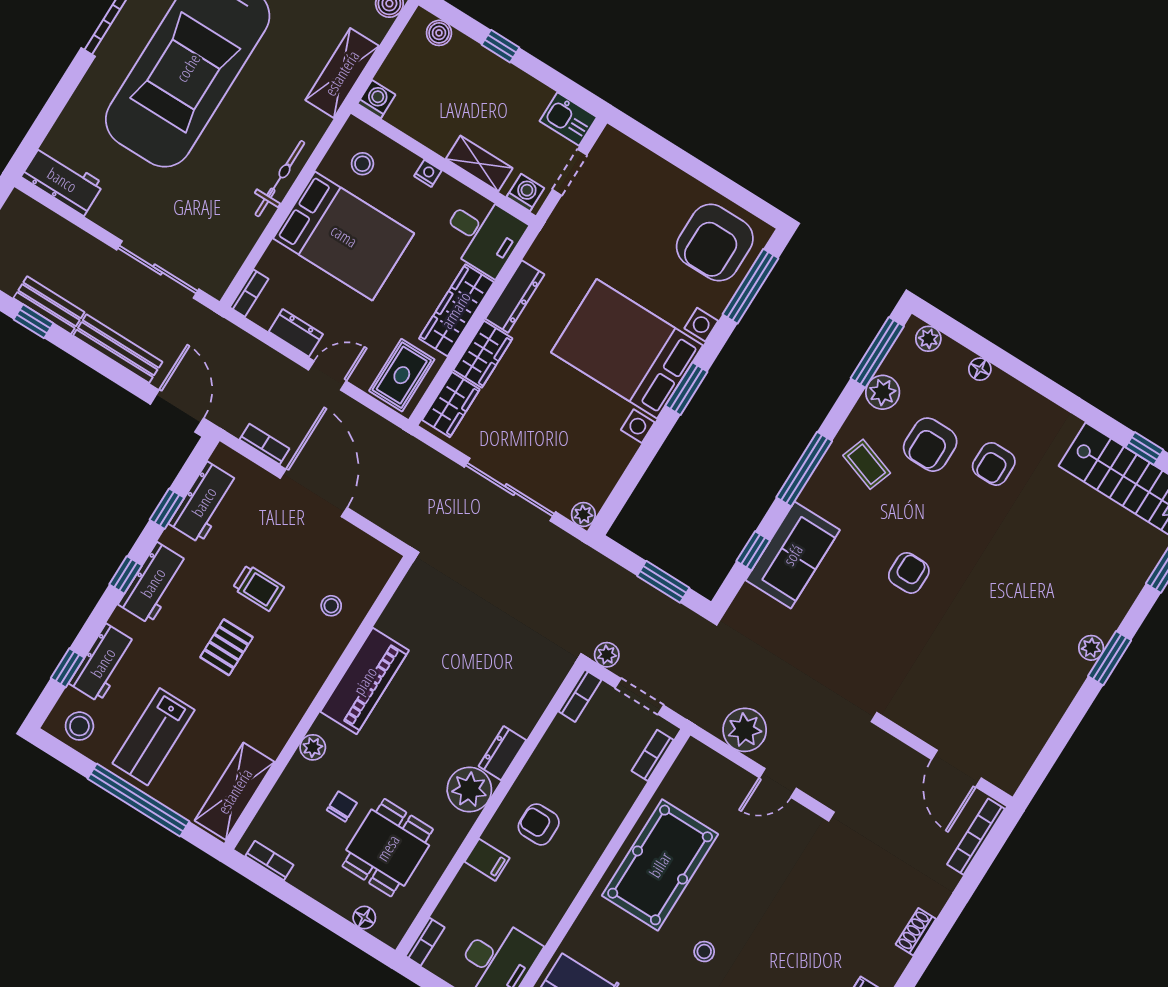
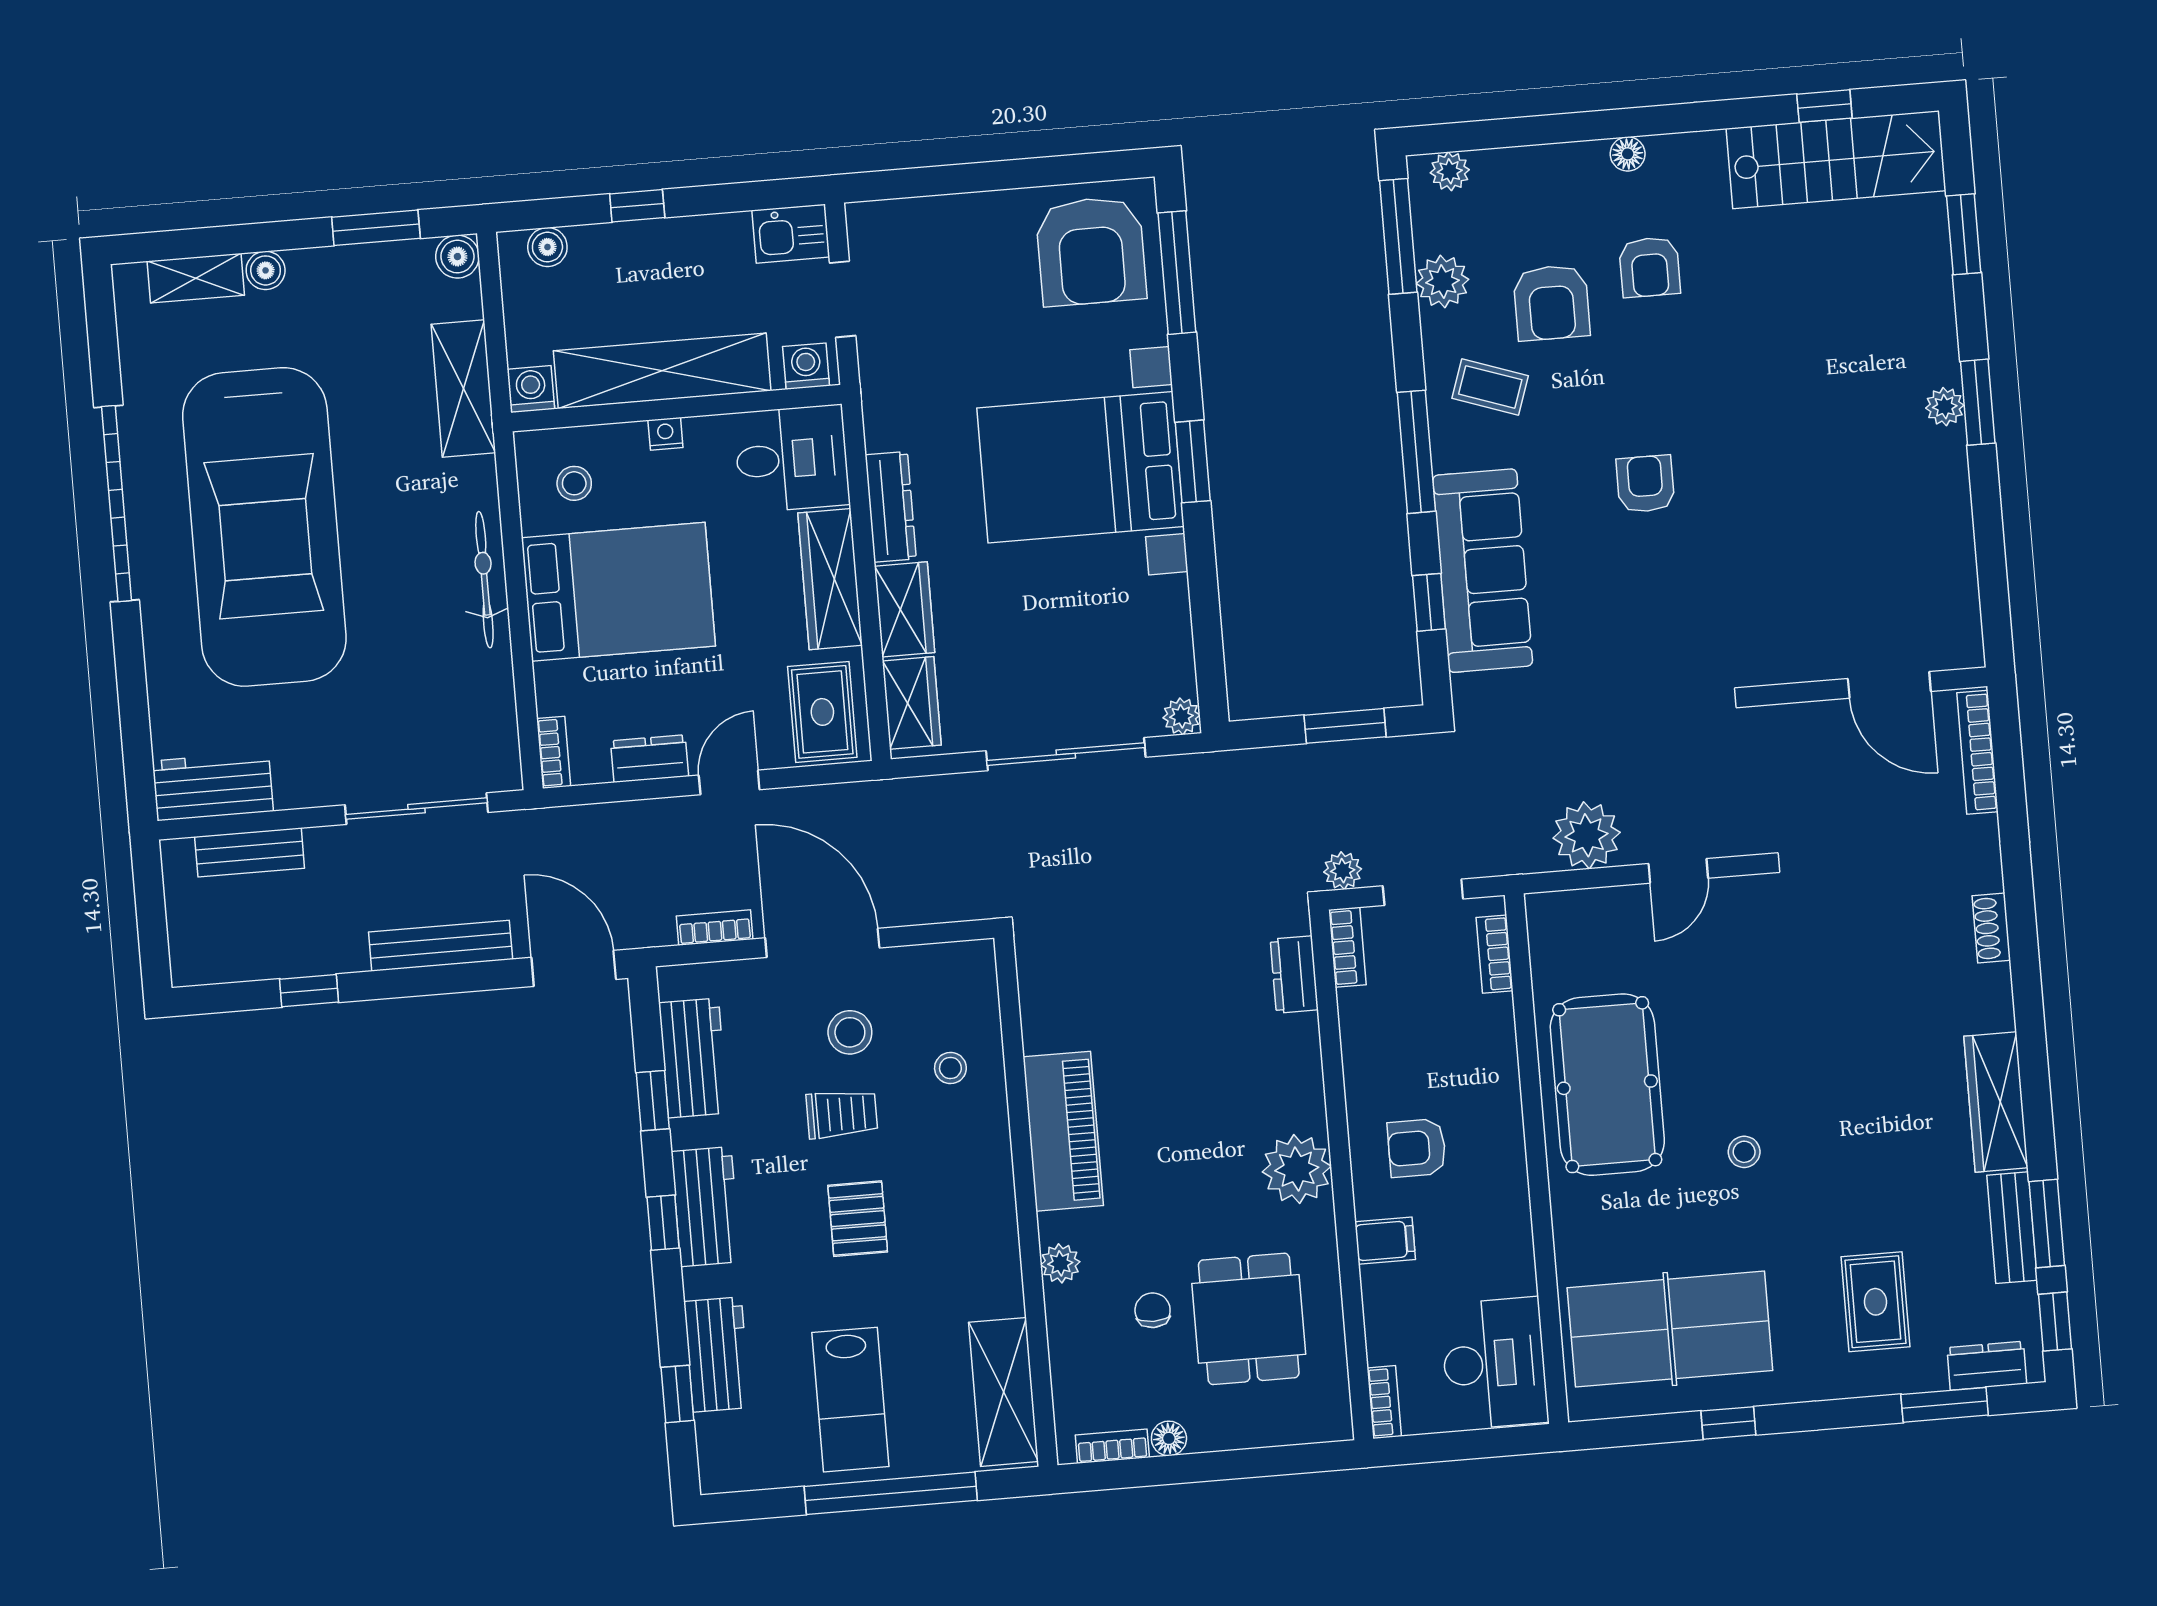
shelving: (479, 163) -> (662, 371), width x2.20, depth x1.33
bench: (49, 305) -> (250, 852), moved
floor lamp: (980, 369) -> (1628, 154), moved
sofa: (793, 555) -> (1483, 571), width x1.36
stool: (79, 726) -> (850, 1032), moved
dresser: (502, 753) -> (1294, 975), moved
floor lamp: (364, 918) -> (1169, 1438), moved

